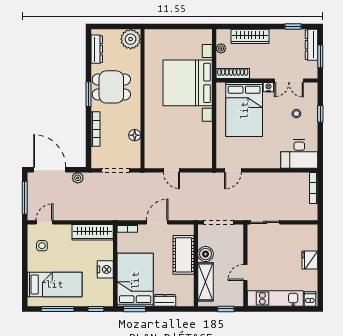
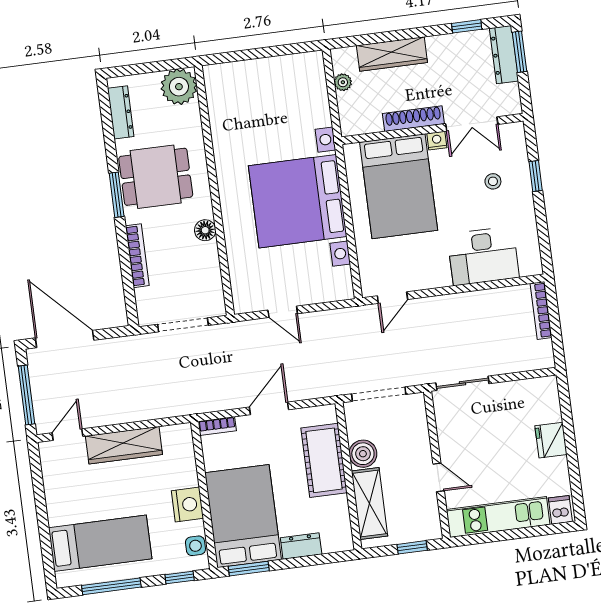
window: (320, 56) -> (520, 52), moved
shoe rack: (233, 73) -> (413, 119), moved
bed with nightstands: (188, 83) -> (298, 201), moved
floor lamp: (135, 135) -> (205, 230), moved
desk: (299, 154) -> (483, 256), moved
plant: (78, 178) -> (117, 347), removed
wardrobe: (93, 232) -> (124, 445), moved
side table: (42, 246) -> (195, 546), moved
door: (245, 272) -> (439, 477), swing flipped

